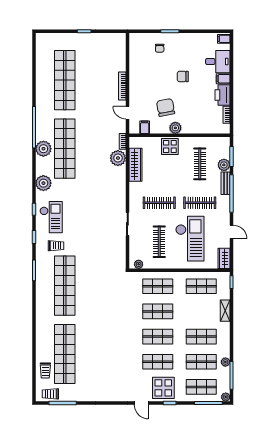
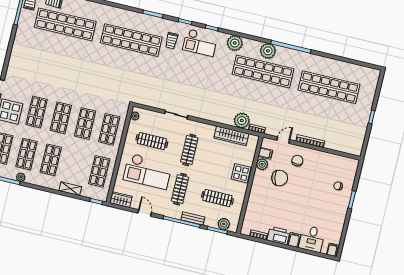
chair: (183, 77) -> (297, 161), moved
plant: (175, 128) -> (262, 164), moved
plant: (224, 165) -> (224, 224), moved
door: (232, 232) -> (145, 213), swing flipped

